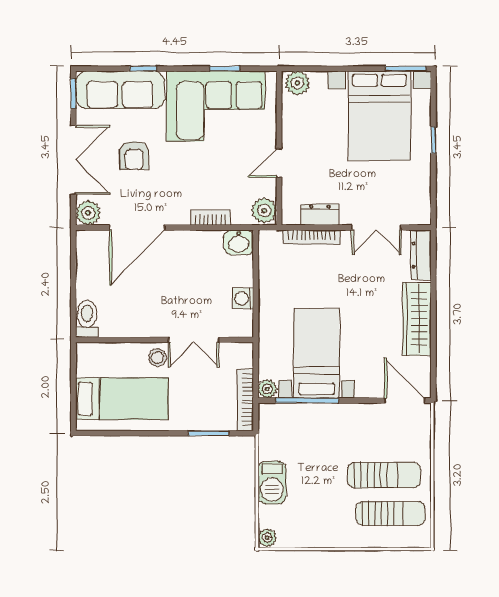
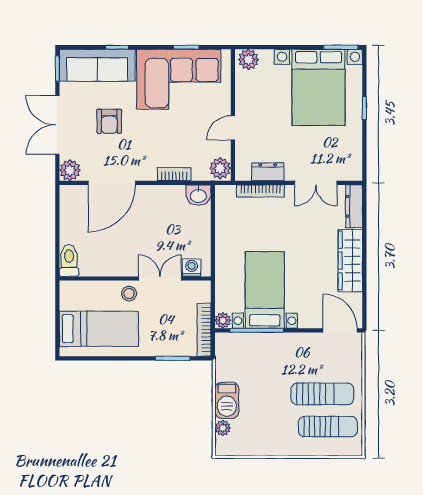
double door: (73, 160) -> (57, 125), swing flipped
washing machine: (243, 298) -> (192, 268), moved, turned 90
double door: (194, 340) -> (160, 279), swing flipped
plant: (267, 538) -> (223, 428), moved

